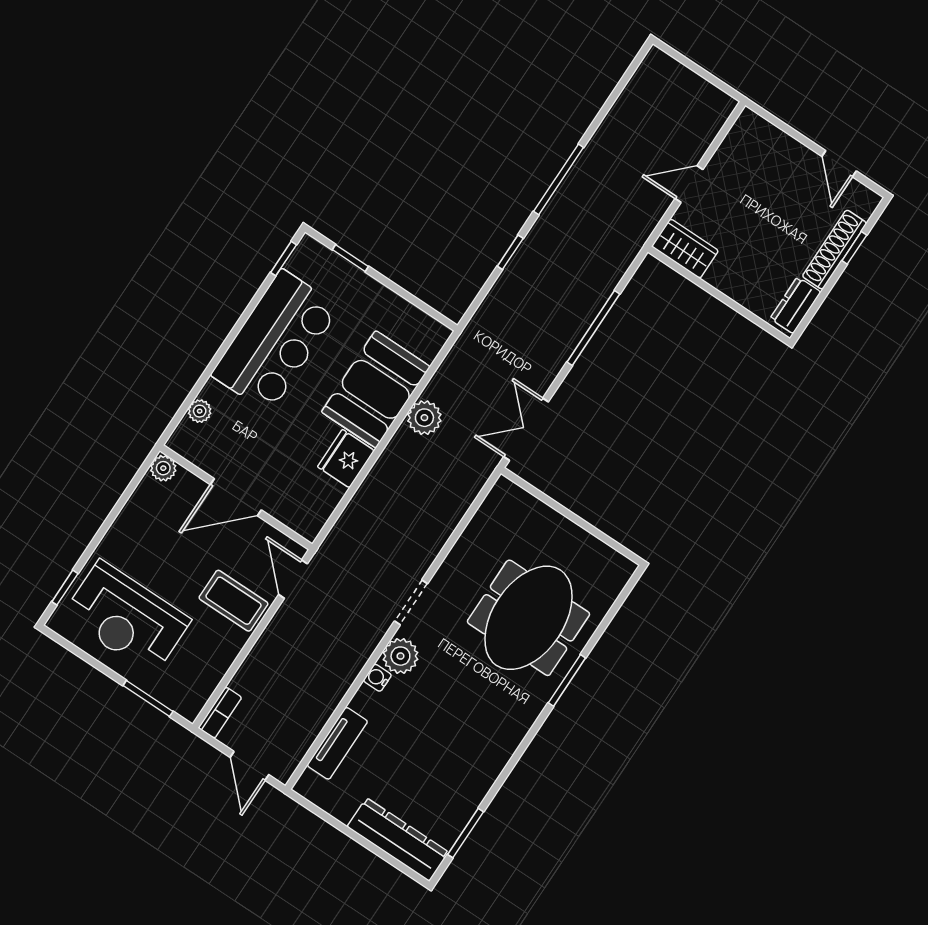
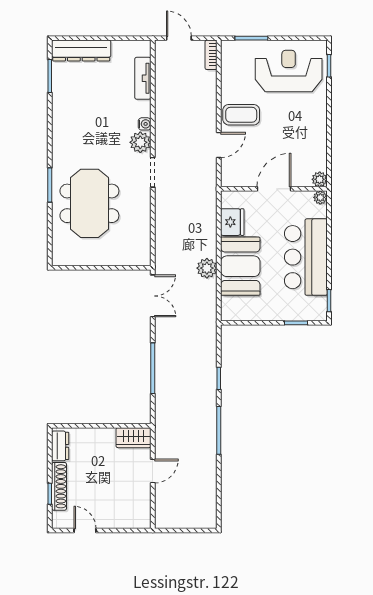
plant: (163, 468) -> (320, 179), moved
door: (236, 497) -> (274, 189), moved
wall: (236, 497) -> (274, 189), moved
door: (293, 579) -> (219, 145), hinge flipped

